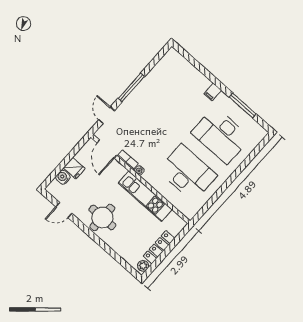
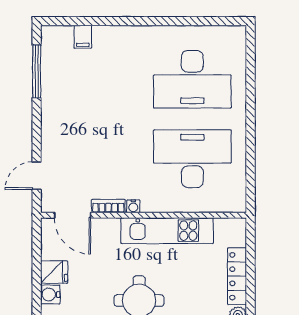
window: (131, 87) -> (37, 71), moved
filing cabinet: (213, 92) -> (83, 37), moved
window: (243, 106) -> (187, 21), removed
door: (107, 115) -> (37, 176), hinge flipped

